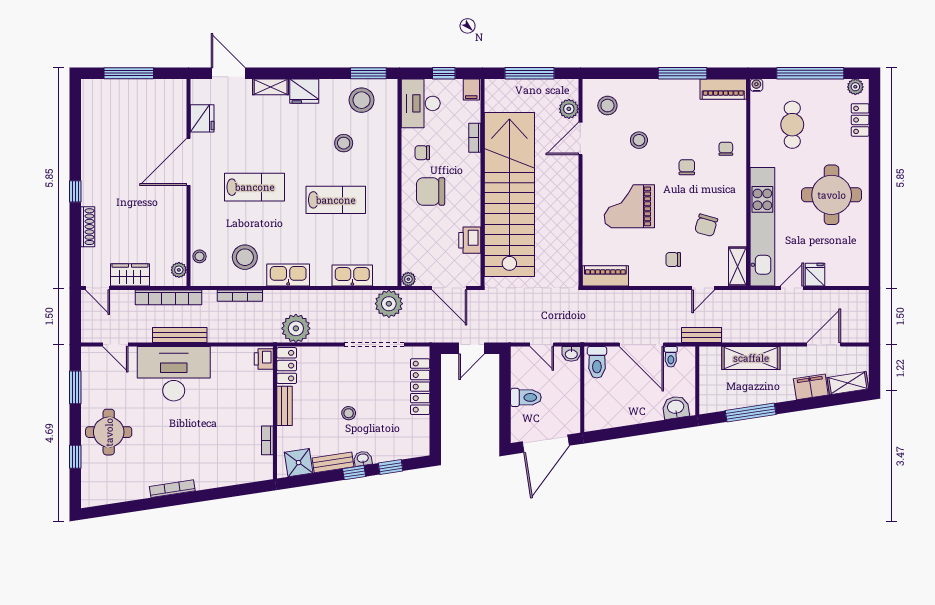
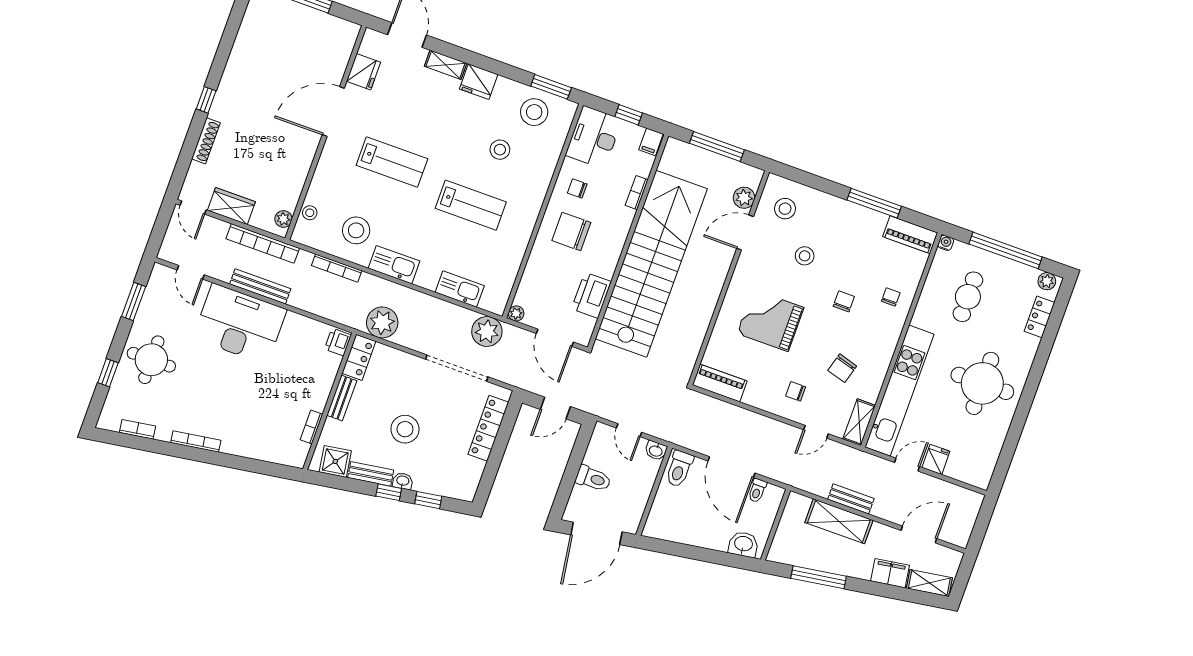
printer: (470, 240) -> (591, 295), width x1.37, depth x1.19
bench: (702, 335) -> (851, 499), moved
stool: (349, 413) -> (405, 429), width x1.89, depth x1.89
bookcase: (118, 496) -> (138, 429), added

